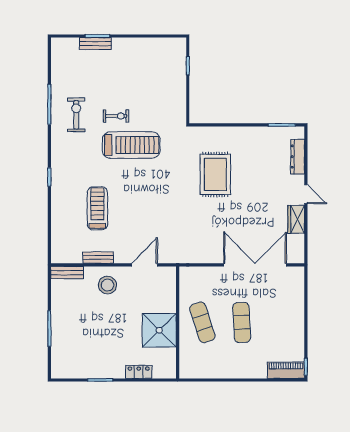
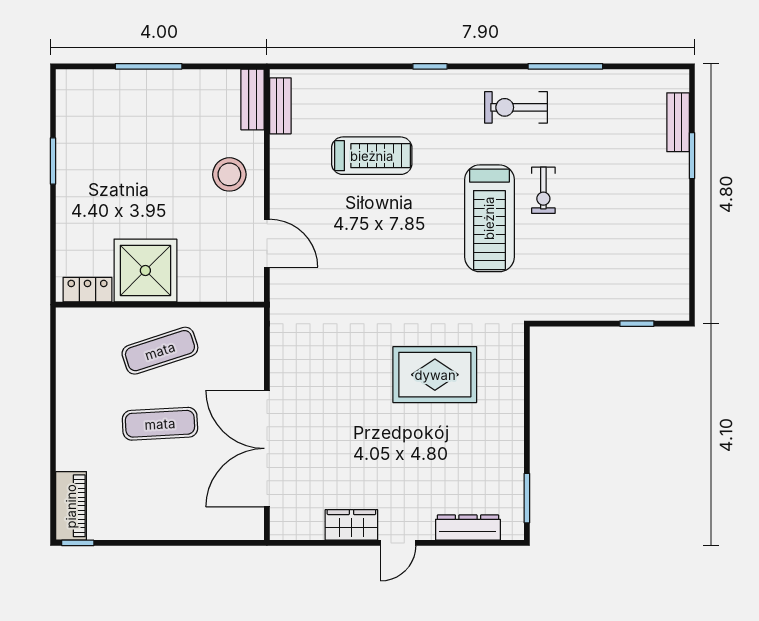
bench: (95, 44) -> (678, 122), moved
exercise bike: (76, 115) -> (516, 107), moved, turned 180
bench: (98, 258) -> (280, 106), moved
double door: (255, 265) -> (267, 448), swing flipped
locker: (139, 372) -> (87, 290), moved, turned -90

